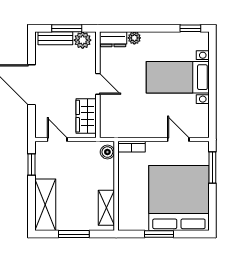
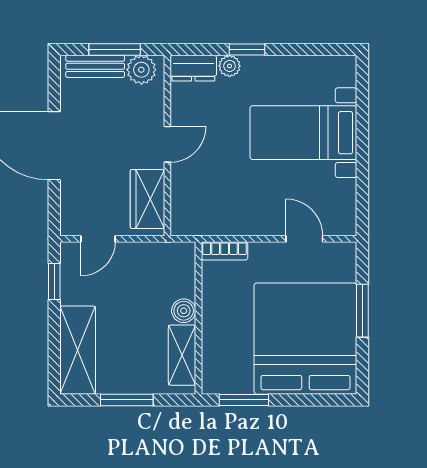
window: (190, 28) -> (247, 49), moved
door: (98, 84) -> (167, 144), hinge flipped
door: (57, 139) -> (98, 239), swing flipped
boiler: (107, 152) -> (184, 311), moved
window: (212, 168) -> (362, 311), moved
window: (159, 234) -> (244, 400), moved

